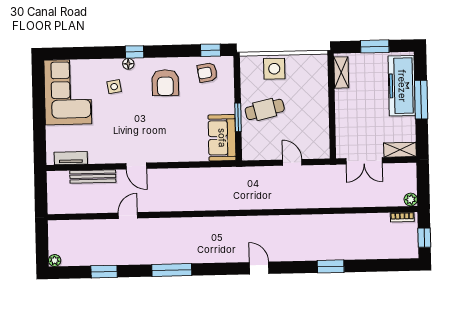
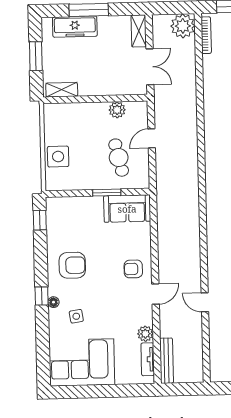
armchair: (207, 73) -> (133, 269), moved, turned 99
freezer: (402, 86) -> (75, 27), width x0.73, depth x0.79
cafe table: (265, 109) -> (119, 158), moved
plant: (321, 128) -> (117, 110), added
plant: (96, 156) -> (145, 334), added
bench: (93, 176) -> (167, 361), moved
plant: (411, 199) -> (183, 26), width x1.87, depth x1.87
bookcase: (402, 217) -> (206, 35), width x1.56

